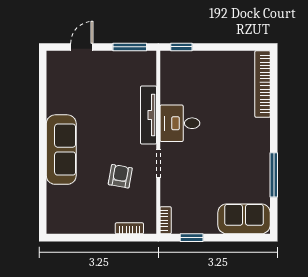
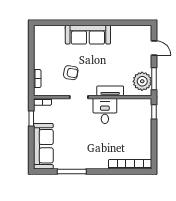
plant: (134, 65) -> (142, 81), added
tv unit: (149, 115) -> (110, 91), width x0.71
sofa: (244, 219) -> (43, 146), width x1.36

